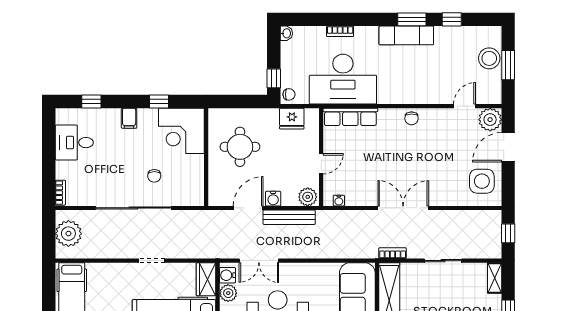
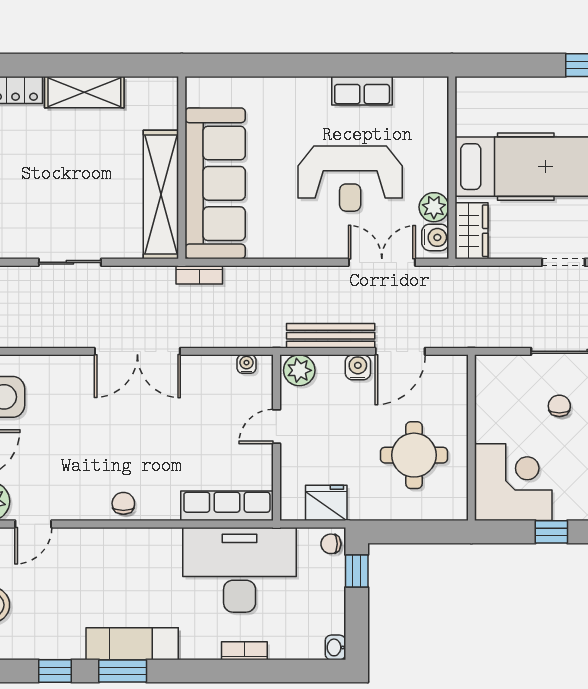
bookcase: (393, 253) -> (199, 275), moved

